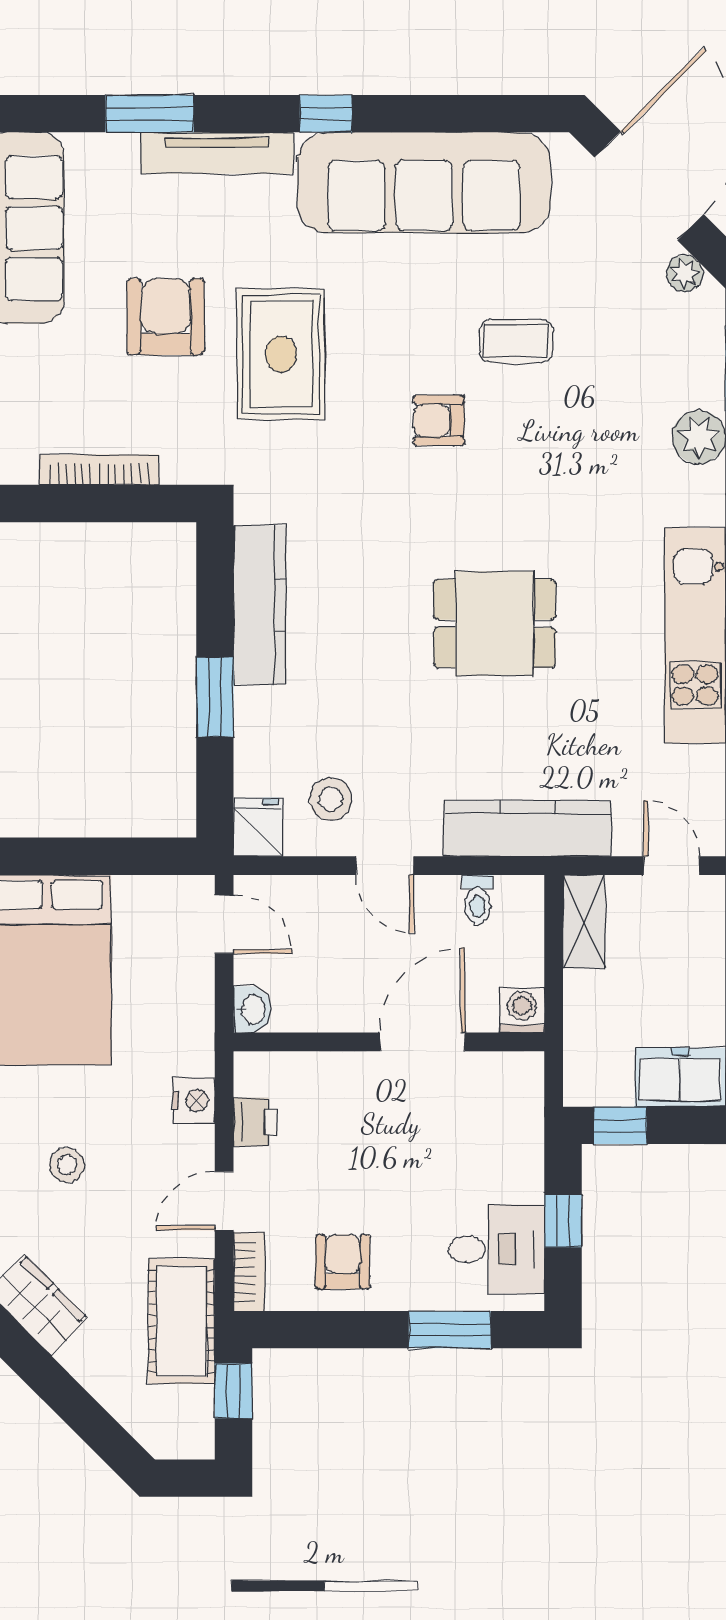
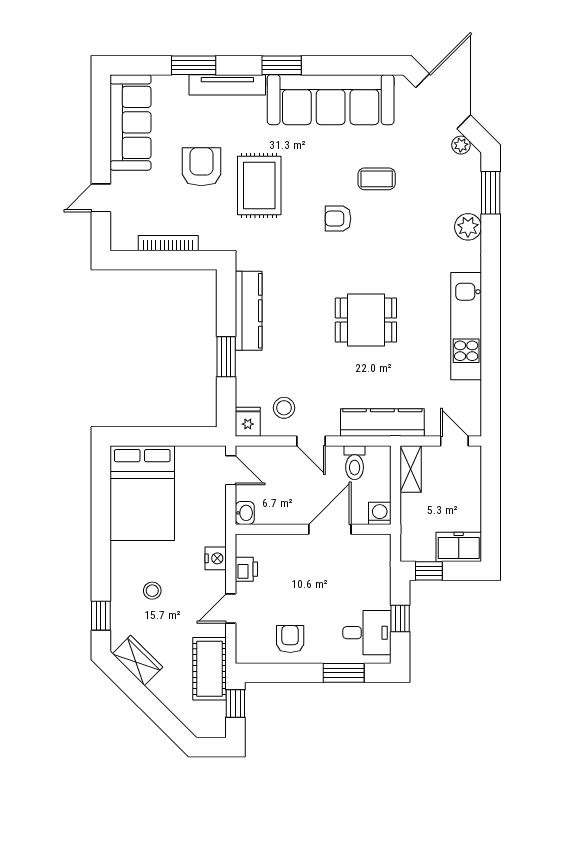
window: (326, 114) -> (282, 65), width x1.50
toilet: (477, 899) -> (355, 463), width x1.37, depth x1.39
bookcase: (249, 1272) -> (243, 644), removed

